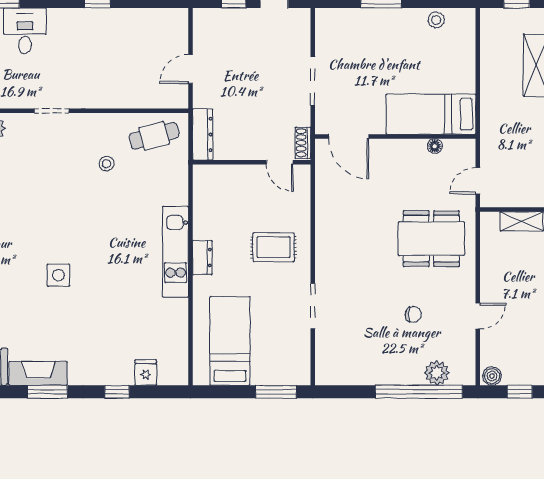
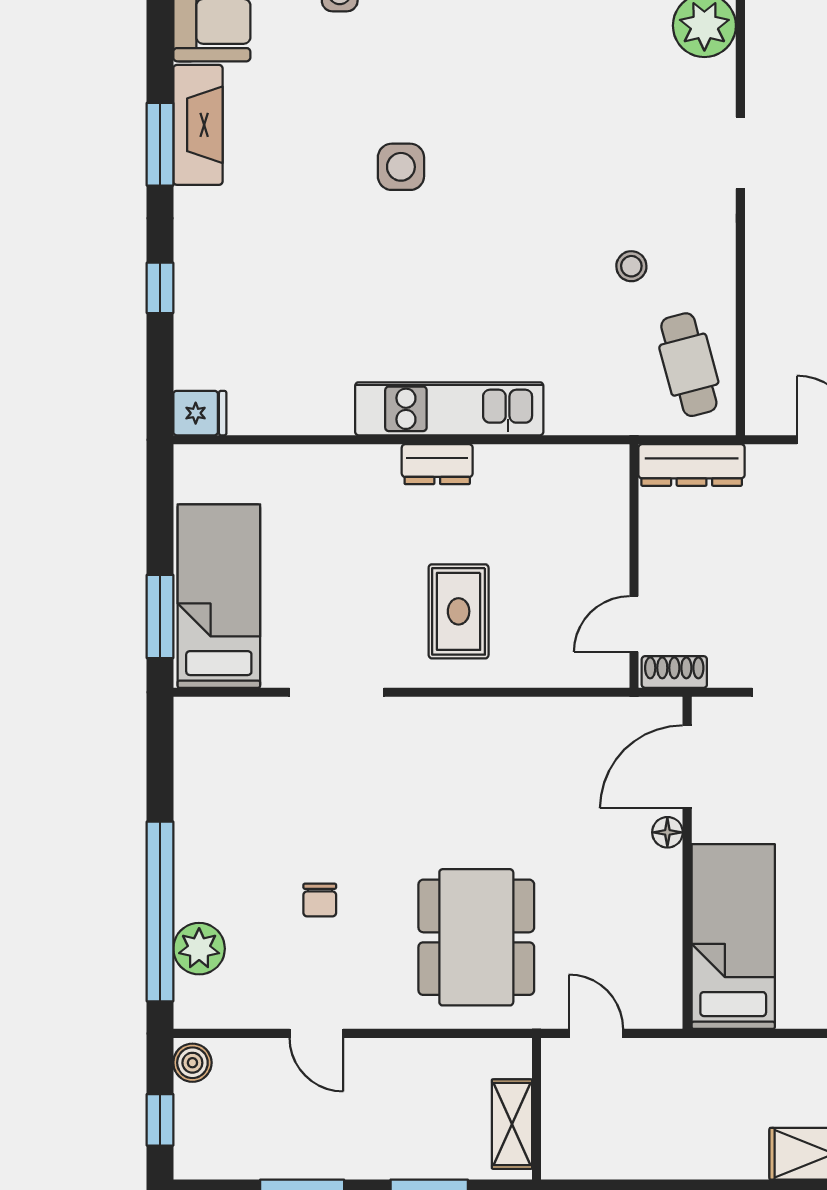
floor lamp: (435, 146) -> (667, 832), moved
bed: (230, 341) -> (219, 596), moved, turned -90
fridge: (146, 372) -> (200, 413), moved

